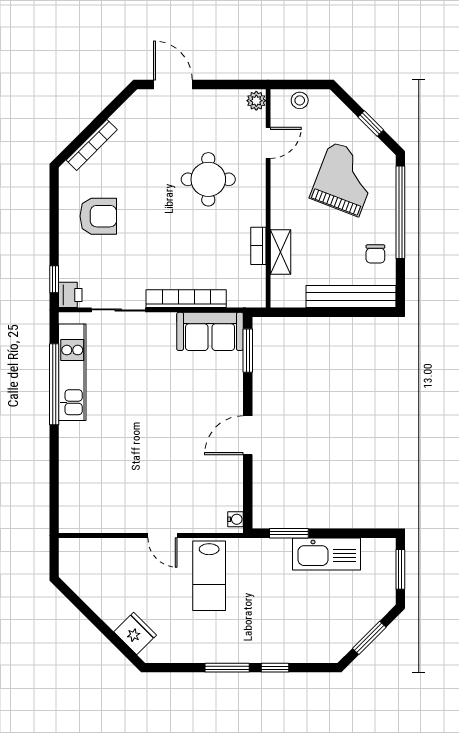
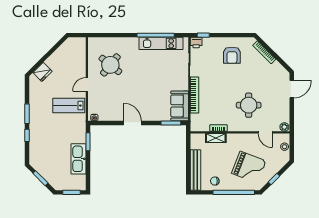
round table: (120, 484) -> (110, 65), added

